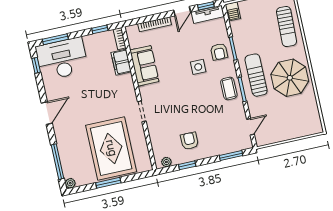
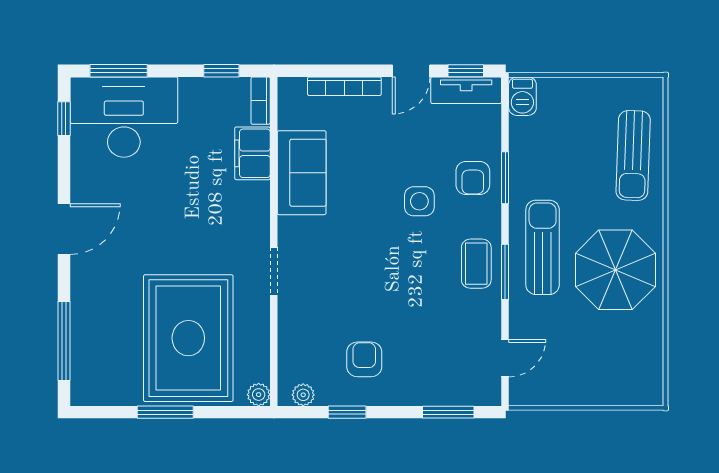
plant: (70, 183) -> (259, 395), moved

